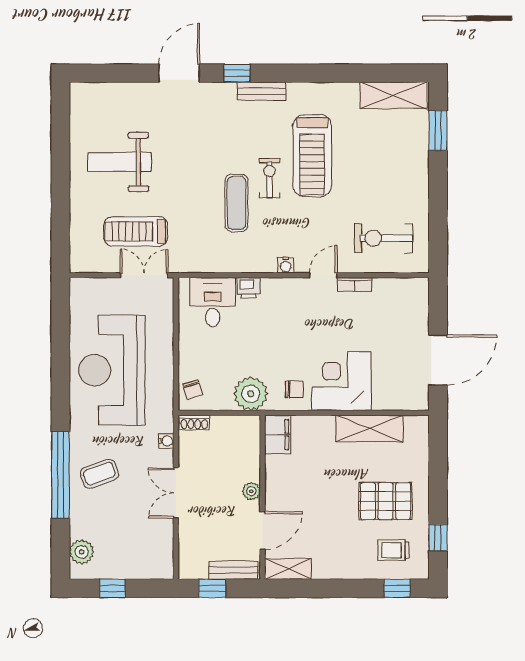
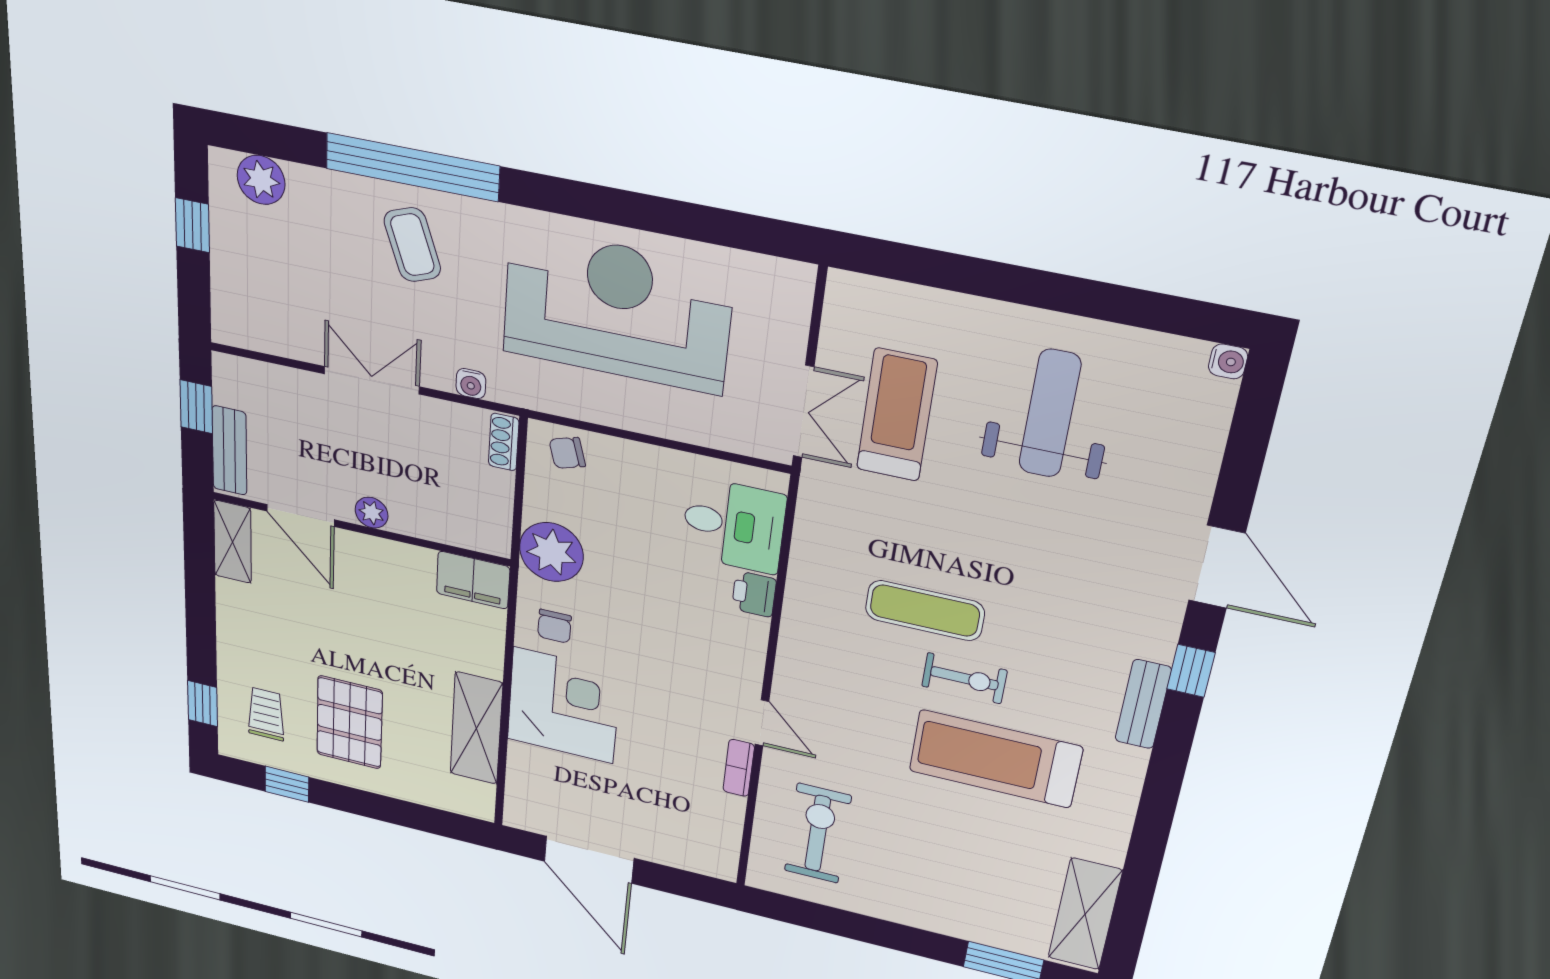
water cooler: (286, 265) -> (1228, 361), moved, turned 180

